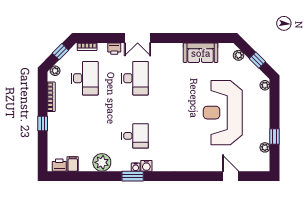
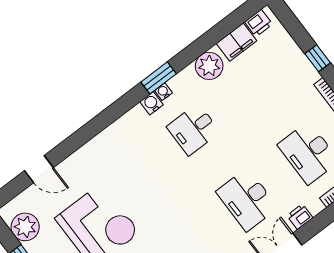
plant: (265, 147) -> (25, 227), width x1.88, depth x1.88
filing cabinet: (73, 164) -> (237, 42), width x2.00

